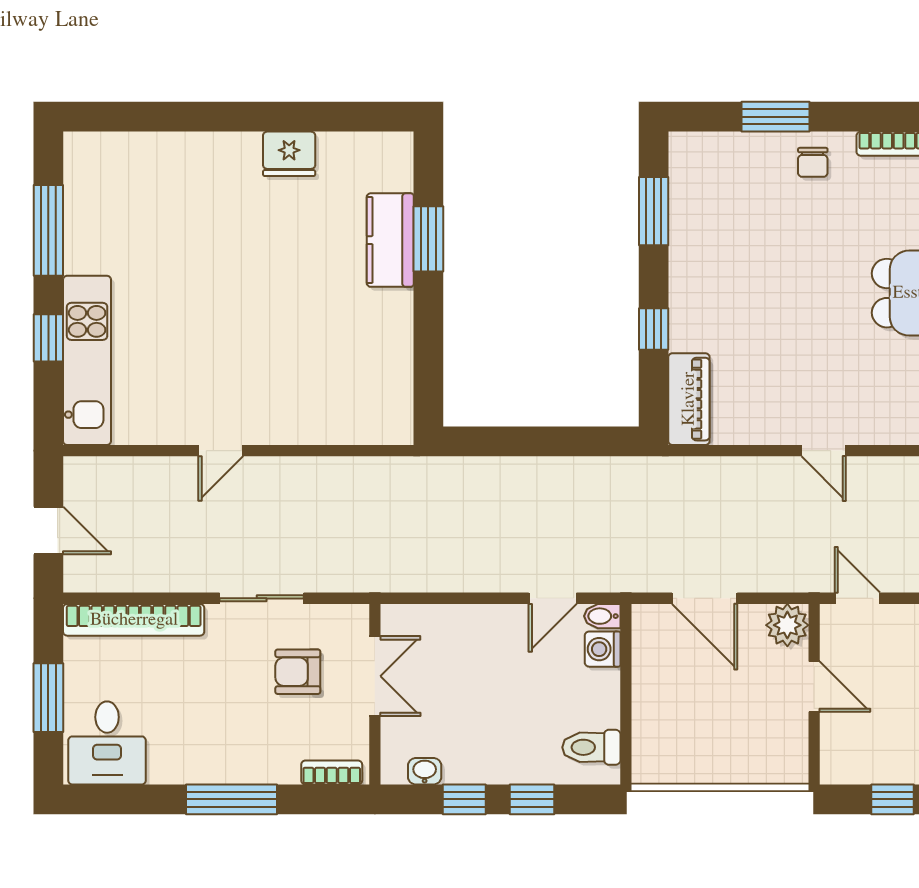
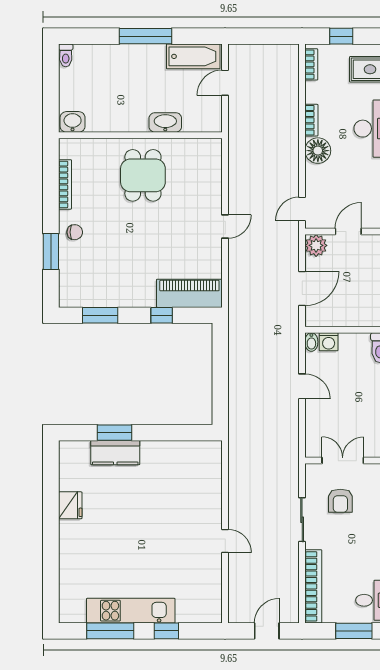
kitchen unit: (87, 360) -> (131, 611), moved
piano: (689, 399) -> (189, 293), width x1.37, depth x1.33
door: (553, 598) -> (302, 386), moved

